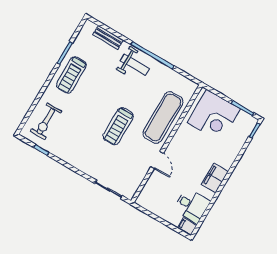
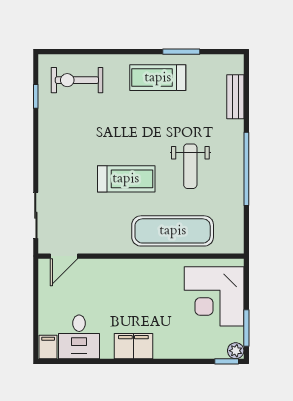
weight bench: (135, 65) -> (190, 166), moved
plant: (252, 122) -> (236, 351), added
treadmill: (118, 126) -> (126, 179), turned 180
door: (157, 160) -> (64, 256), moved

